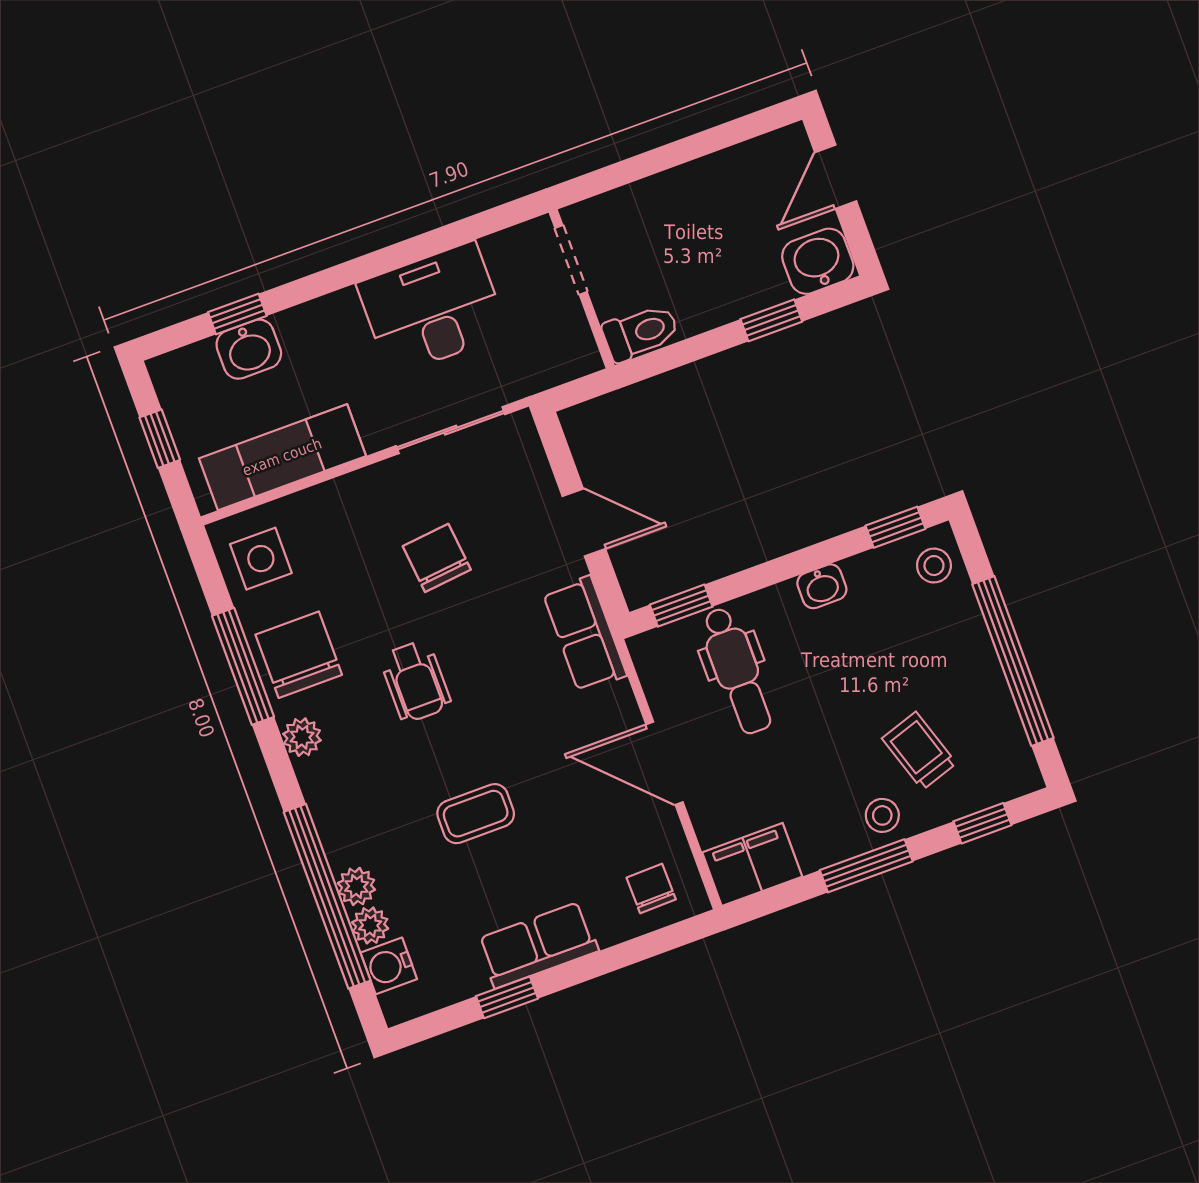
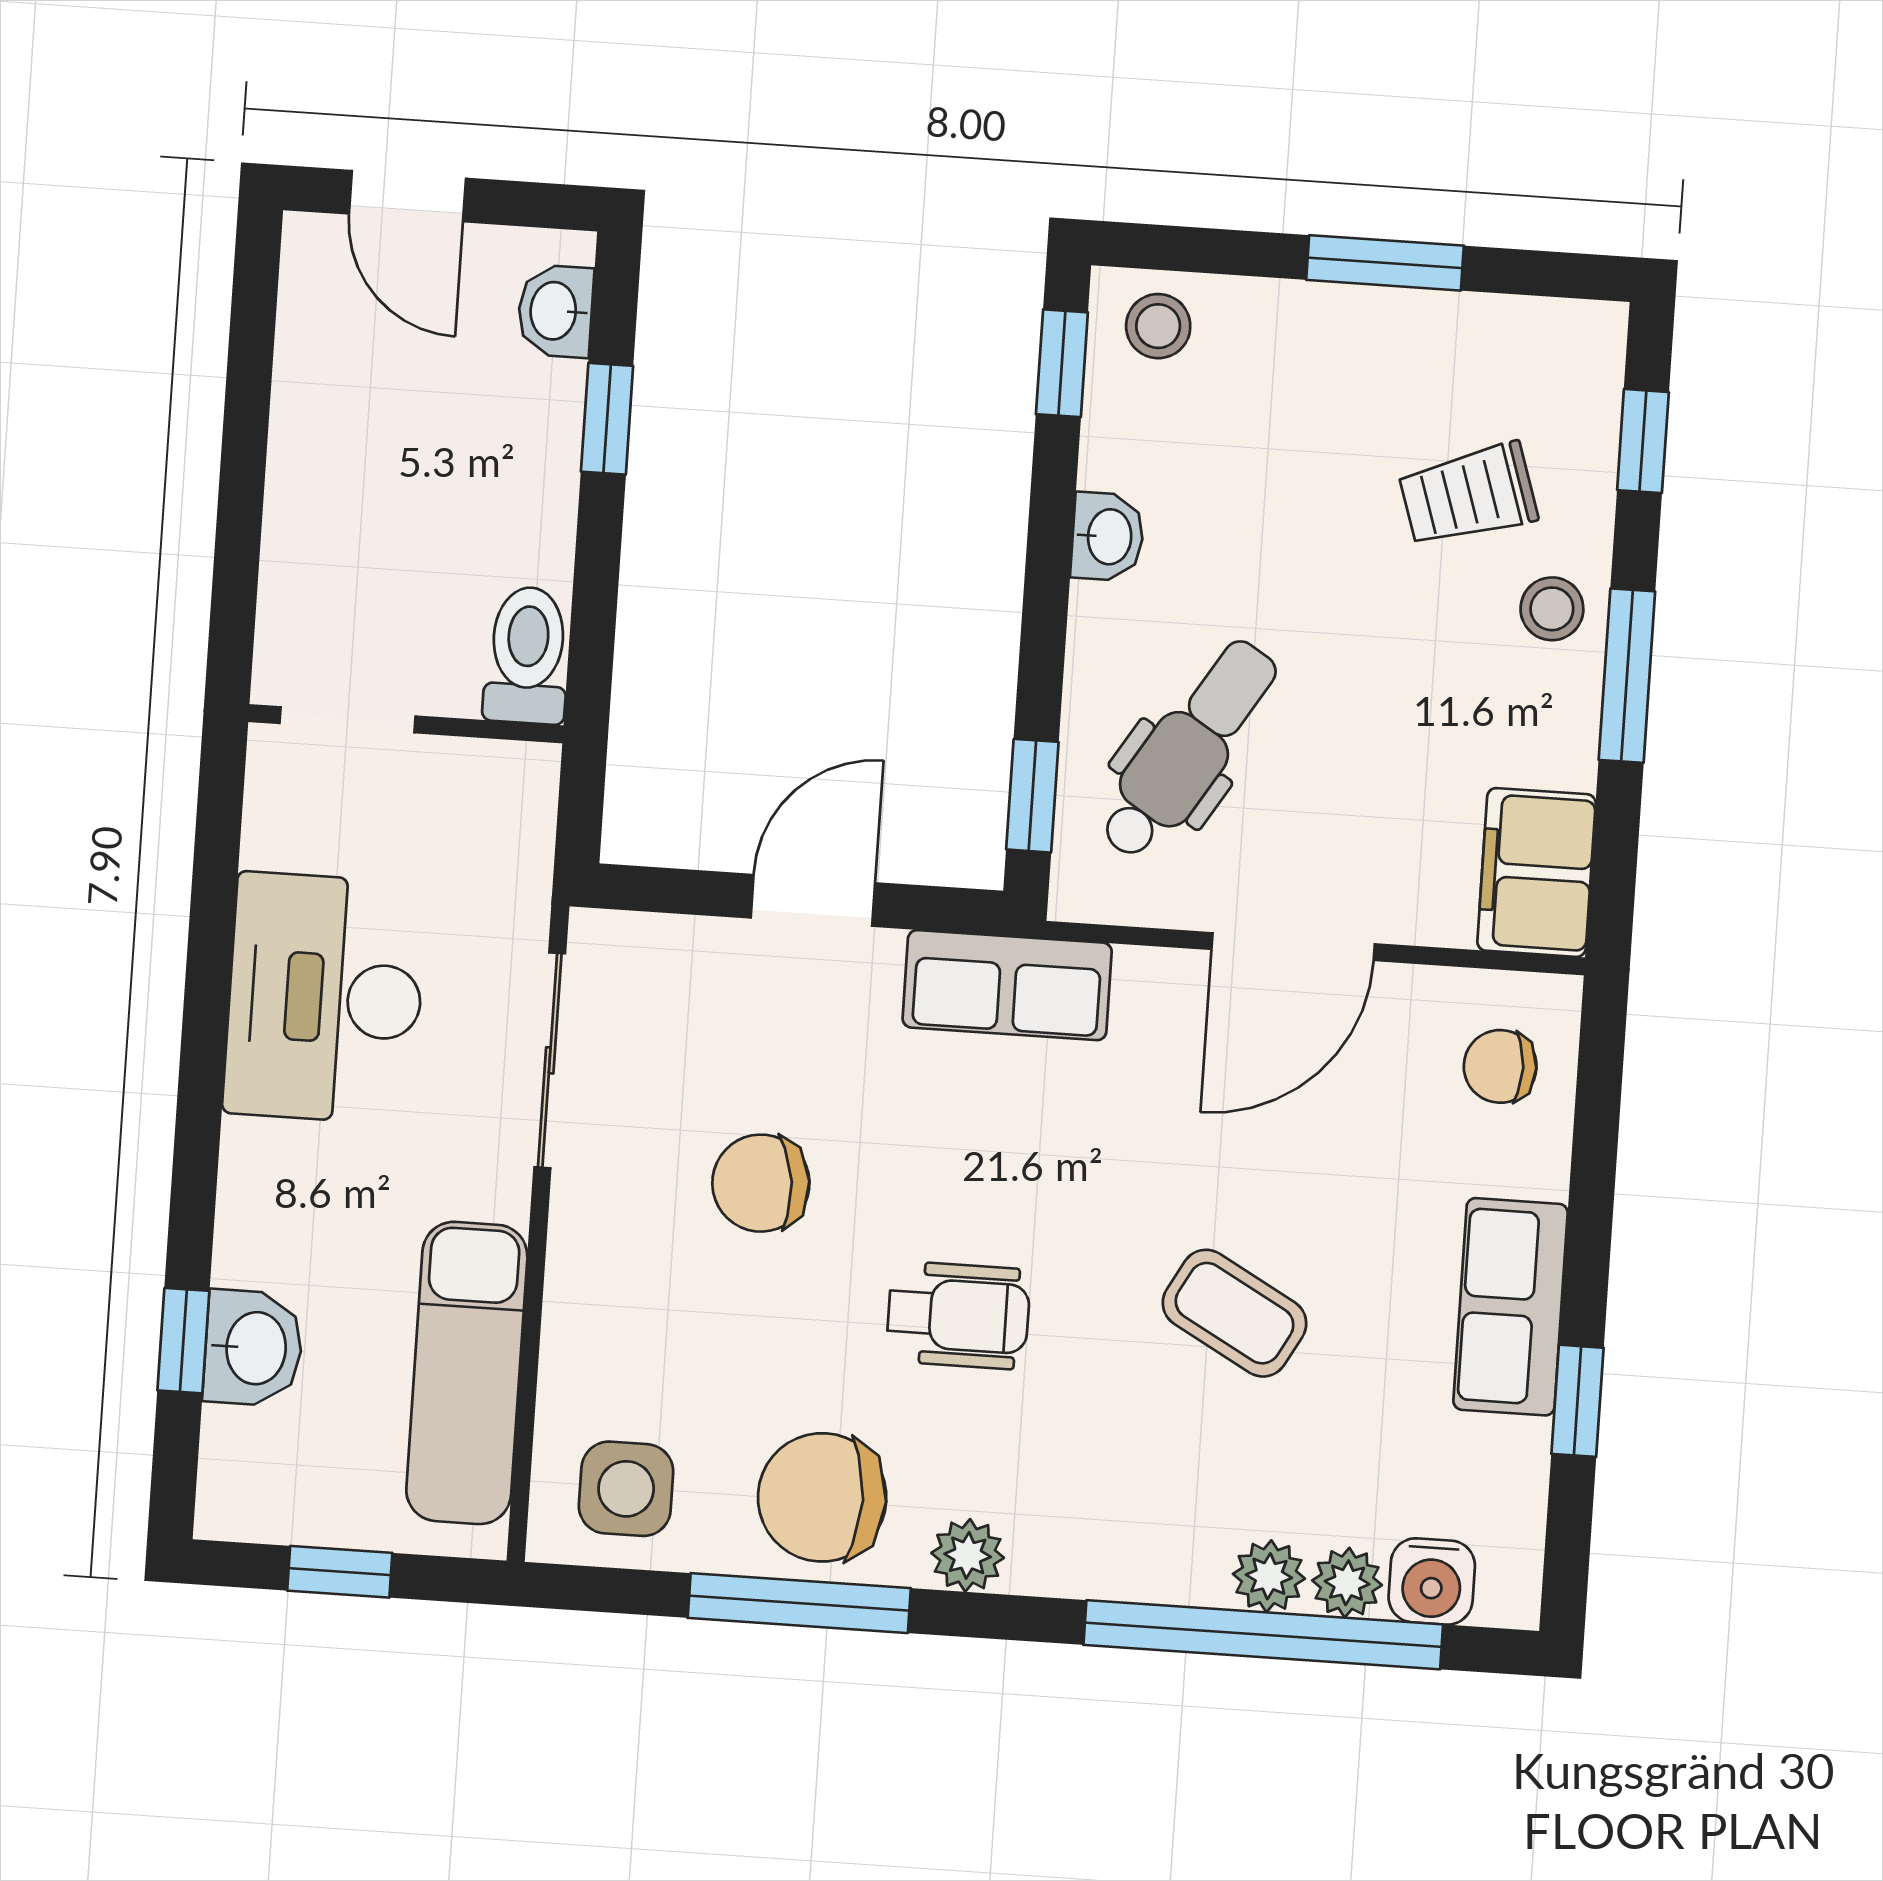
washbasin: (818, 261) -> (555, 311), width x0.72, depth x0.69
window: (1013, 661) -> (1385, 263), width x0.47
dental chair: (737, 671) -> (1188, 750), turned -58
coffee table: (476, 814) -> (1235, 1313), turned -61

